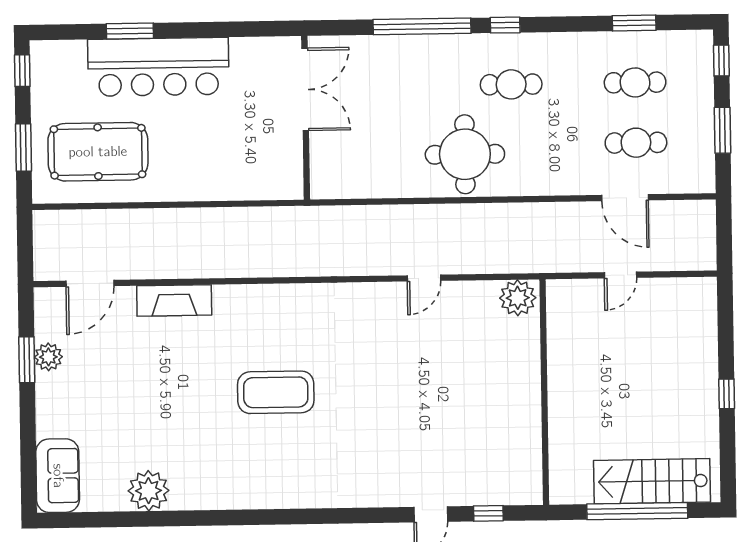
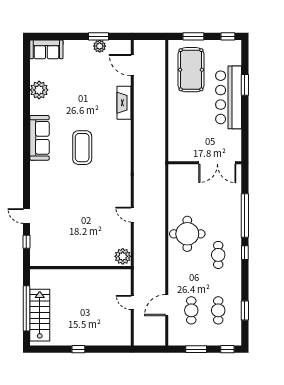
sofa: (256, 488) -> (39, 138), added

